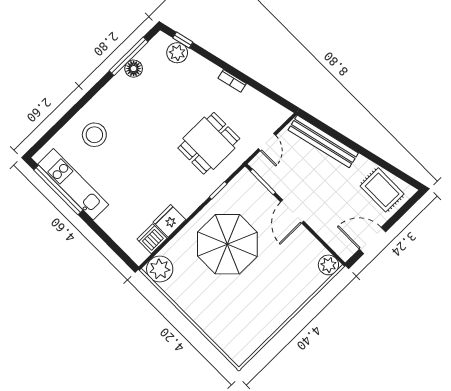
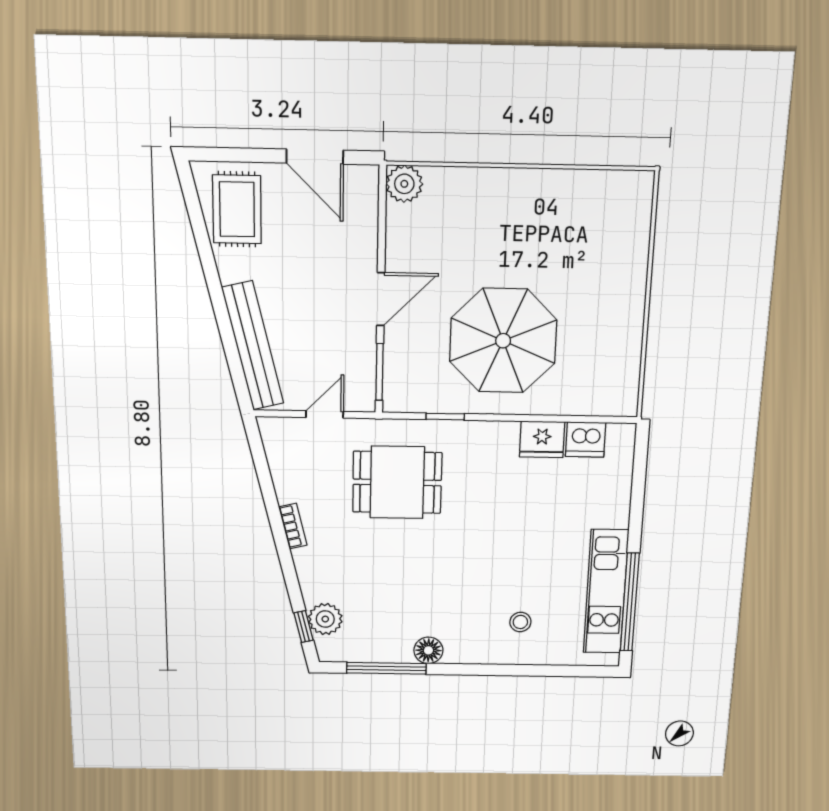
floor lamp: (134, 69) -> (428, 650), moved
stool: (94, 135) -> (520, 622), width x0.53, depth x0.53
plant: (160, 269) -> (616, 395), removed

